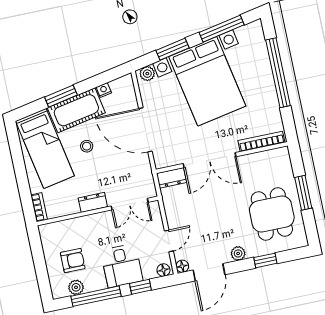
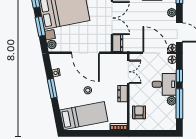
window: (61, 96) -> (52, 88), moved
cot: (76, 110) -> (65, 92), removed
door: (145, 130) -> (85, 53), hinge flipped
door: (169, 241) -> (155, 53), width x1.87
armchair: (73, 261) -> (139, 112), moved
plant: (76, 287) -> (172, 101), moved

